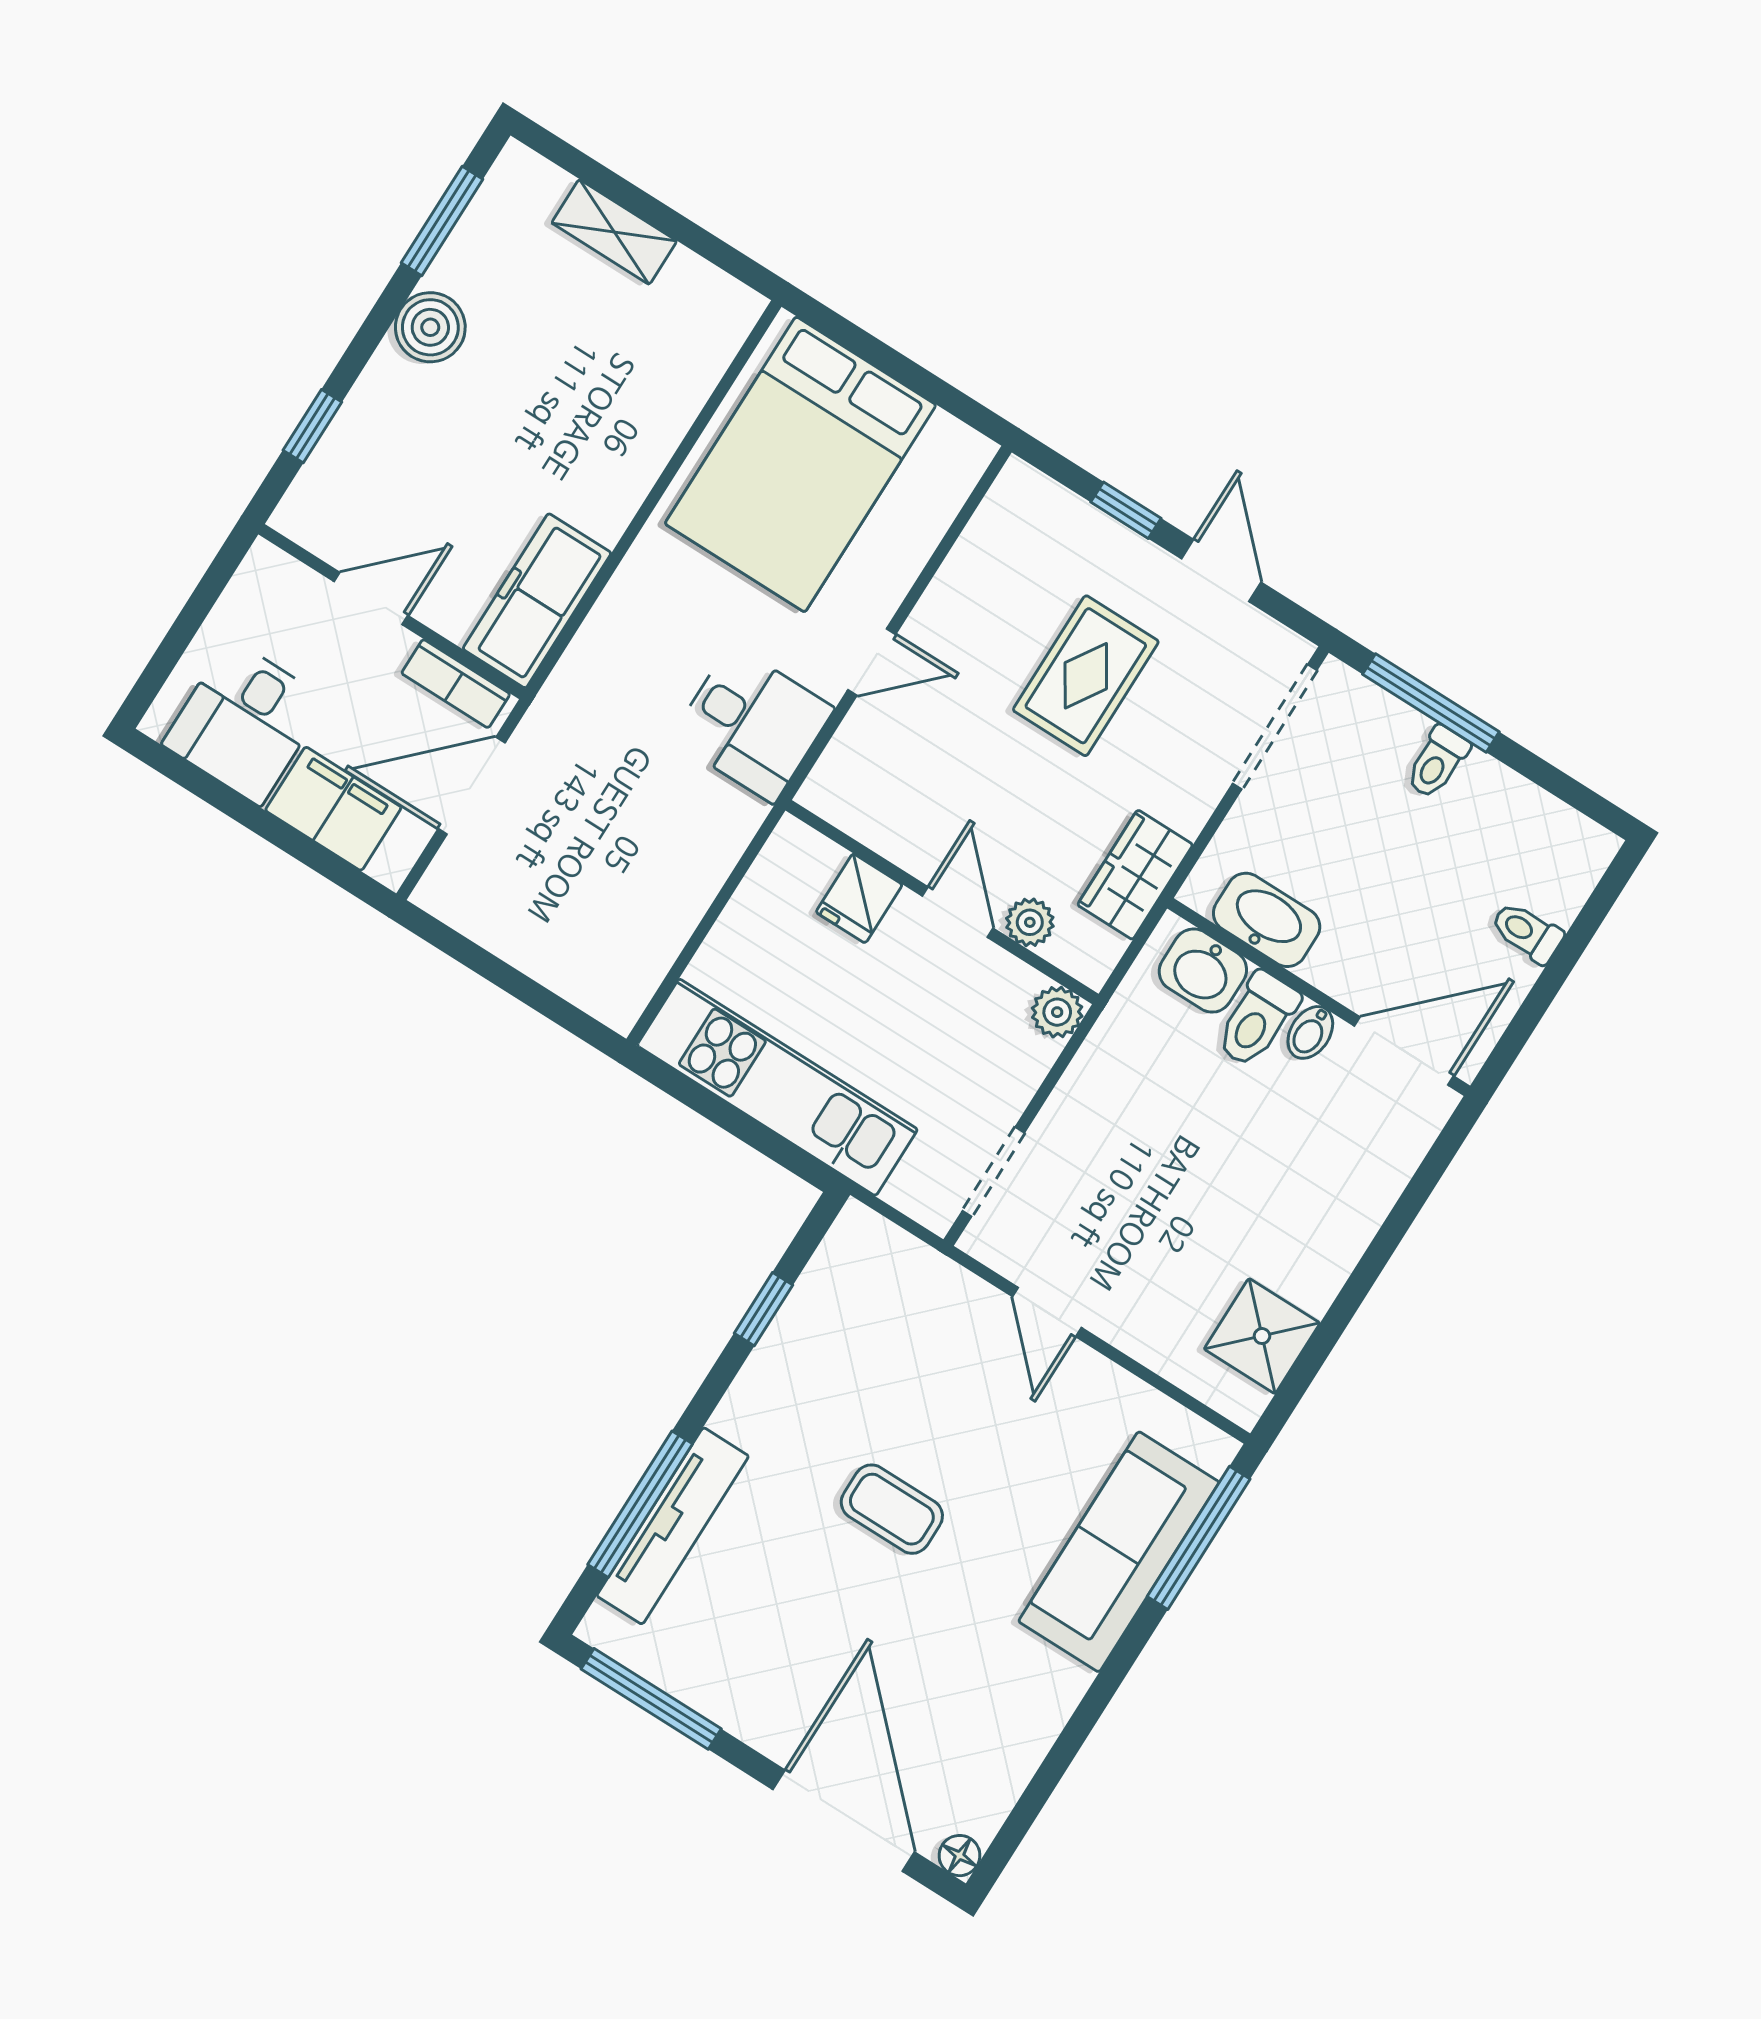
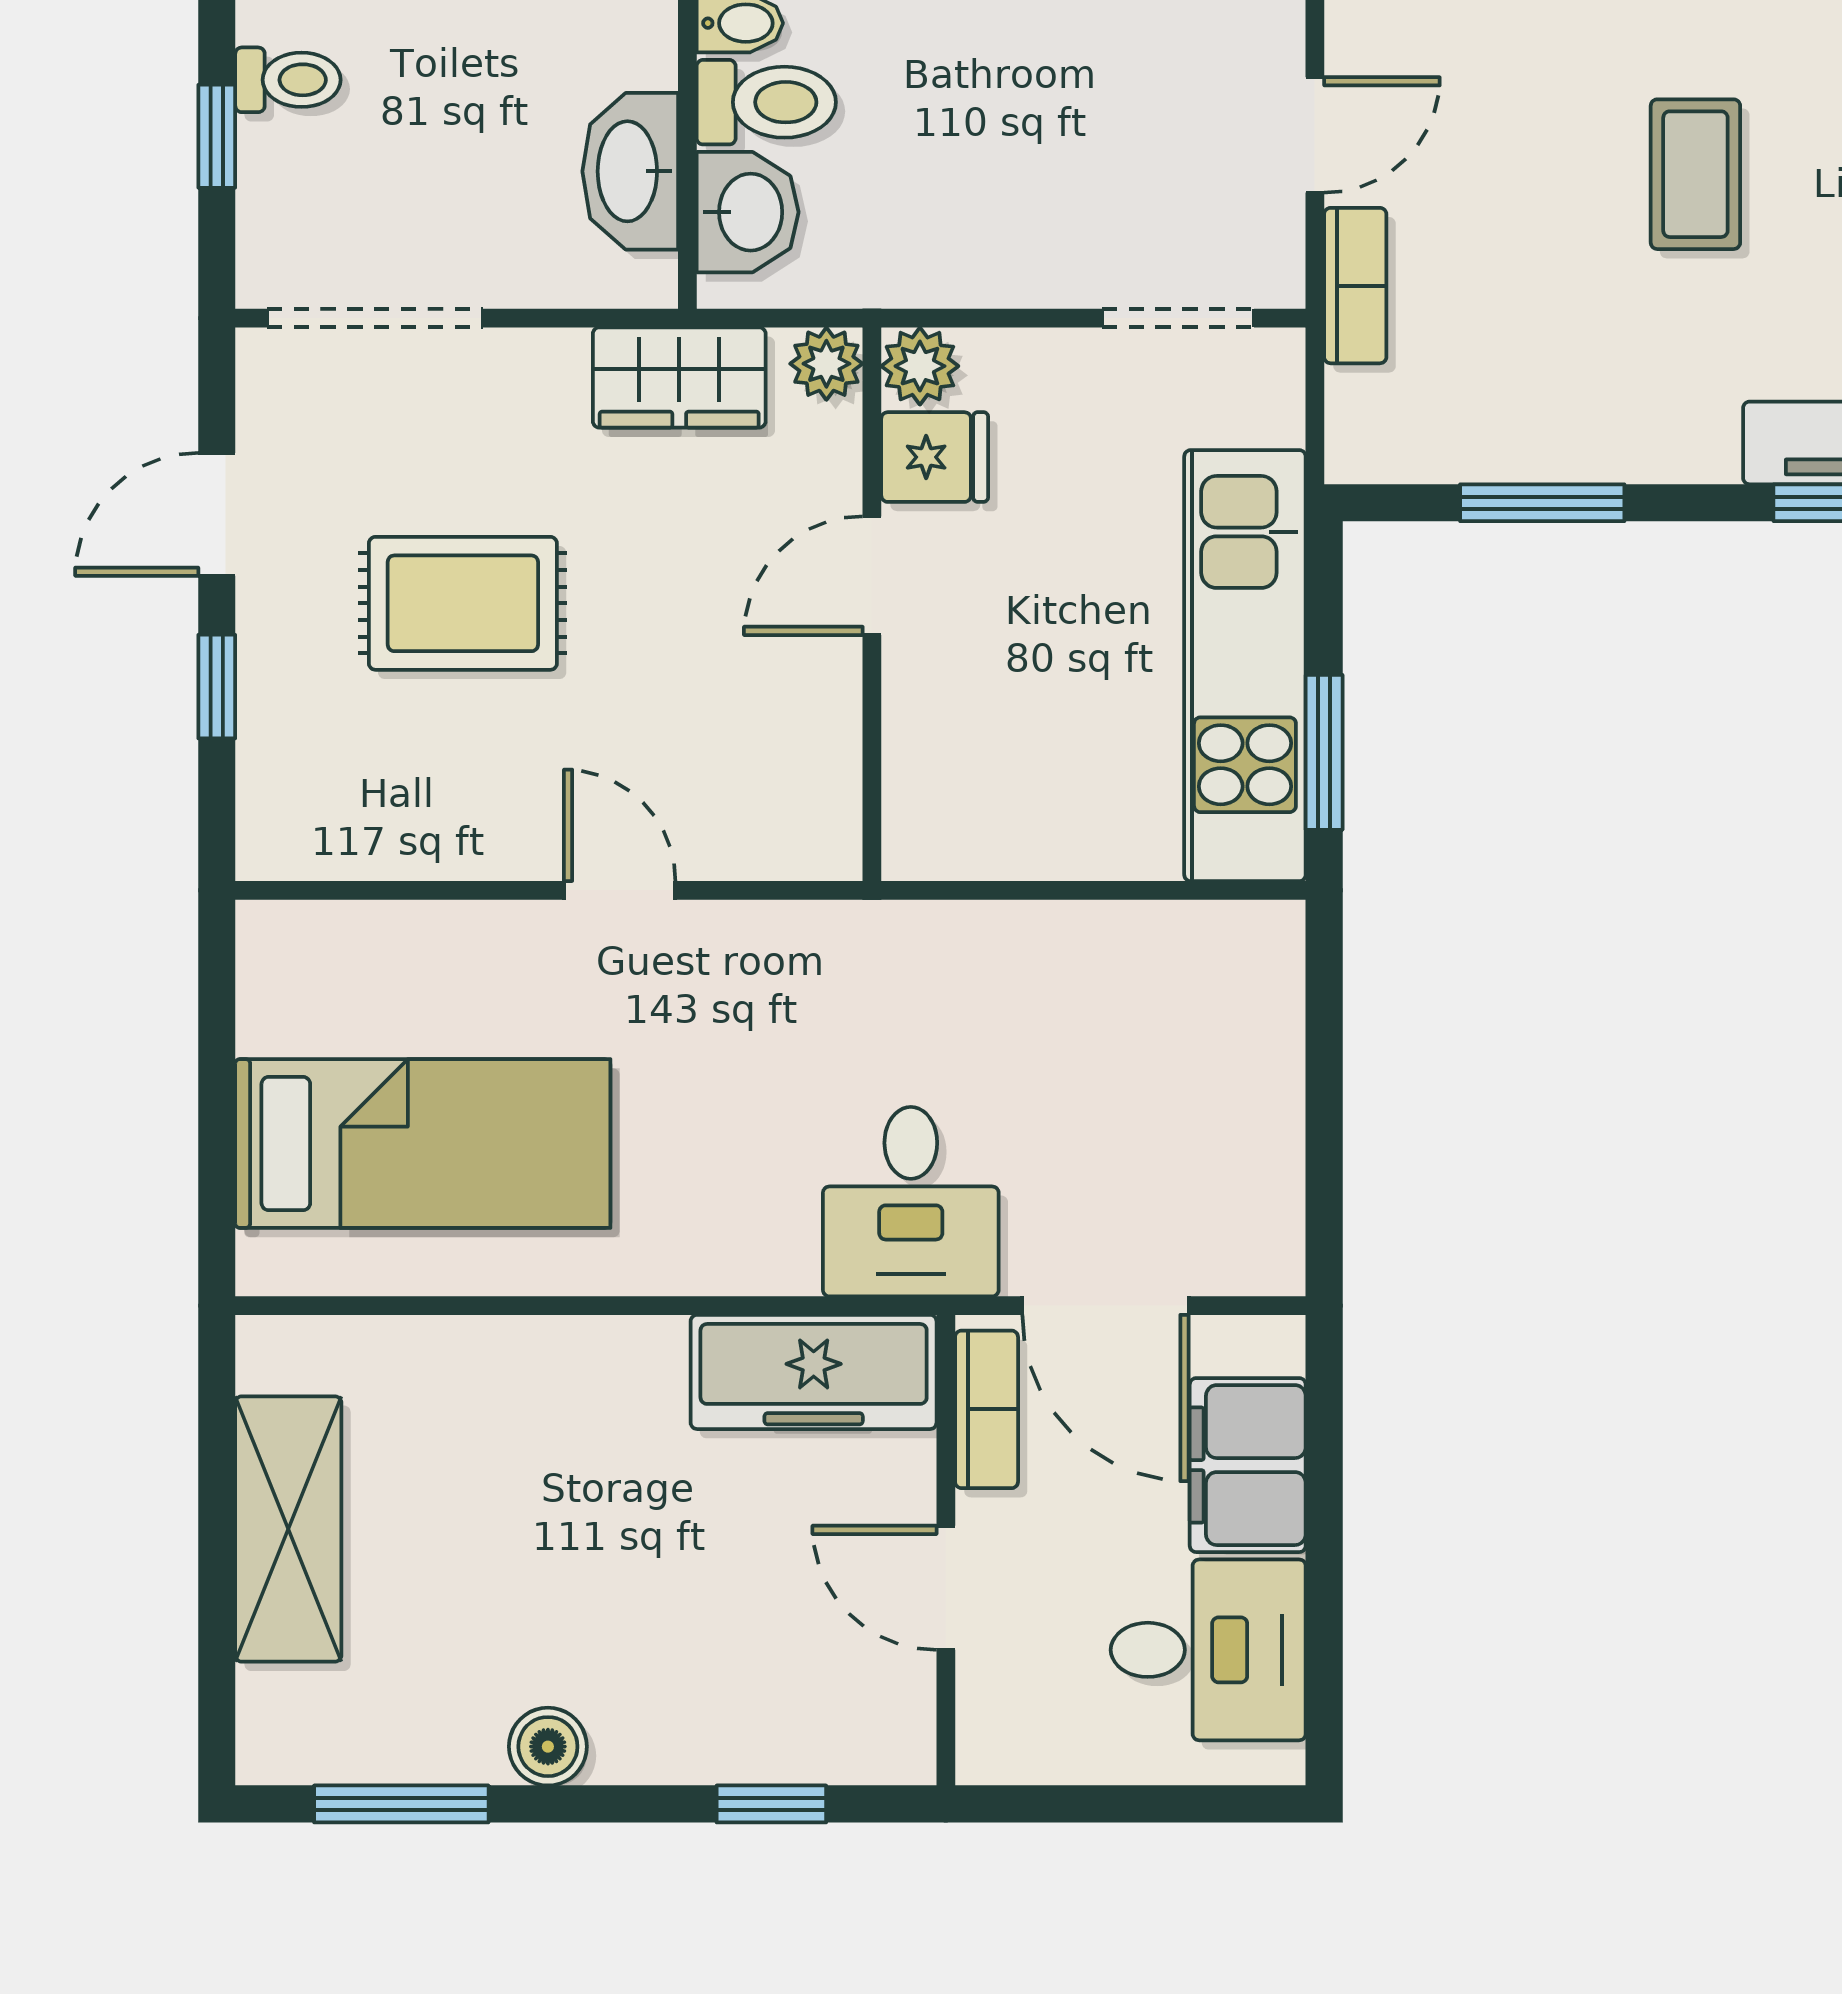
shelving: (614, 232) -> (288, 1529), width x1.50, depth x1.33
boiler: (430, 327) -> (548, 1747), width x0.73, depth x0.73
bed: (800, 464) -> (423, 1144), width x0.67
window: (1431, 703) -> (217, 136), width x0.46
desk: (752, 724) -> (911, 1202), moved, turned 180
fridge: (859, 898) -> (935, 457), moved
plant: (1030, 922) -> (826, 364), moved
window: (702, 1101) -> (1324, 752), added
bookcase: (949, 1282) -> (1355, 286), added
window: (763, 1309) -> (1542, 503), width x1.50

